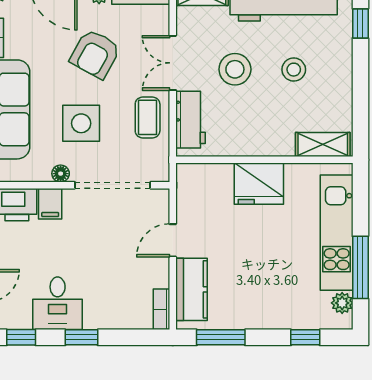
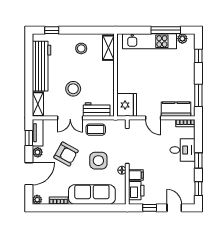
stool: (294, 70) -> (81, 48), moved
fridge: (259, 184) -> (127, 105), moved
desk: (58, 303) -> (182, 150), moved

